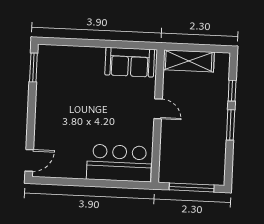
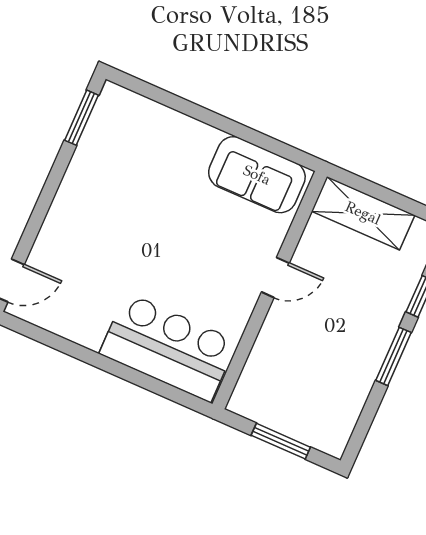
door: (158, 109) -> (275, 278), hinge flipped
window: (192, 187) -> (281, 441), width x0.69

